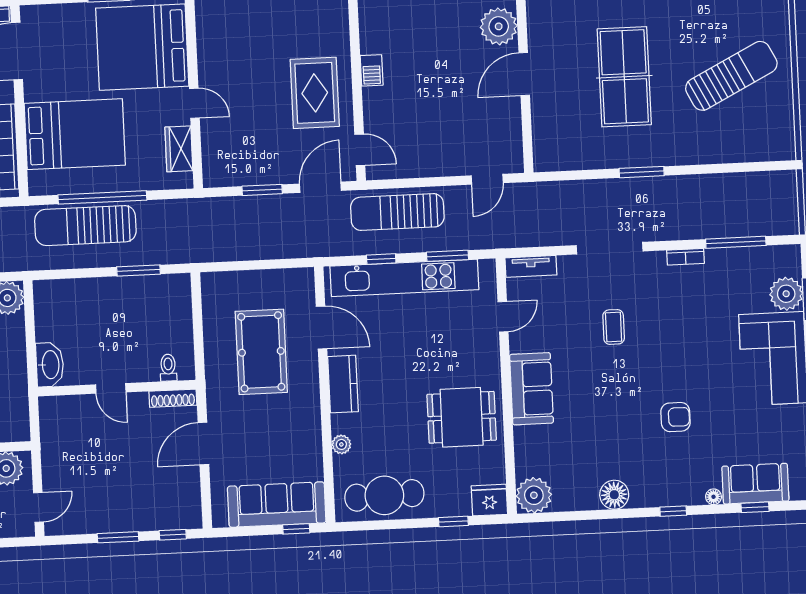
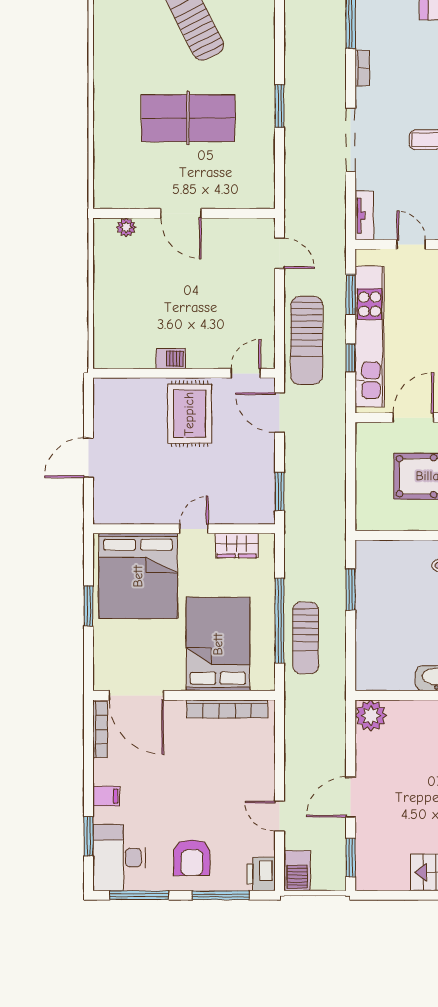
plant: (499, 26) -> (126, 227), width x0.53, depth x0.53
rug: (315, 93) -> (189, 414), turned 90
window: (262, 190) -> (280, 491), moved
sun lounger: (85, 226) -> (306, 638), width x0.73, depth x0.75

